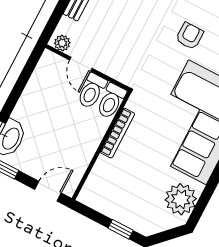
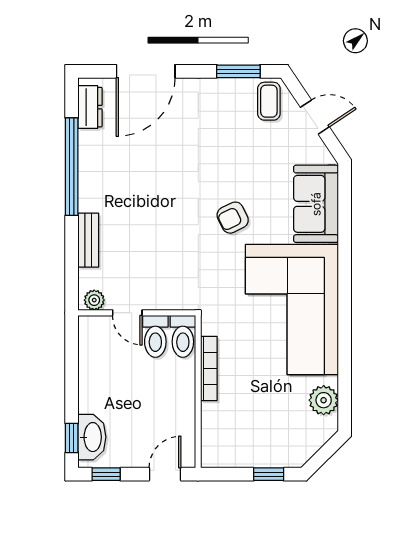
armchair: (190, 36) -> (233, 218), turned -116
plant: (181, 199) -> (324, 400), width x0.73, depth x0.73

